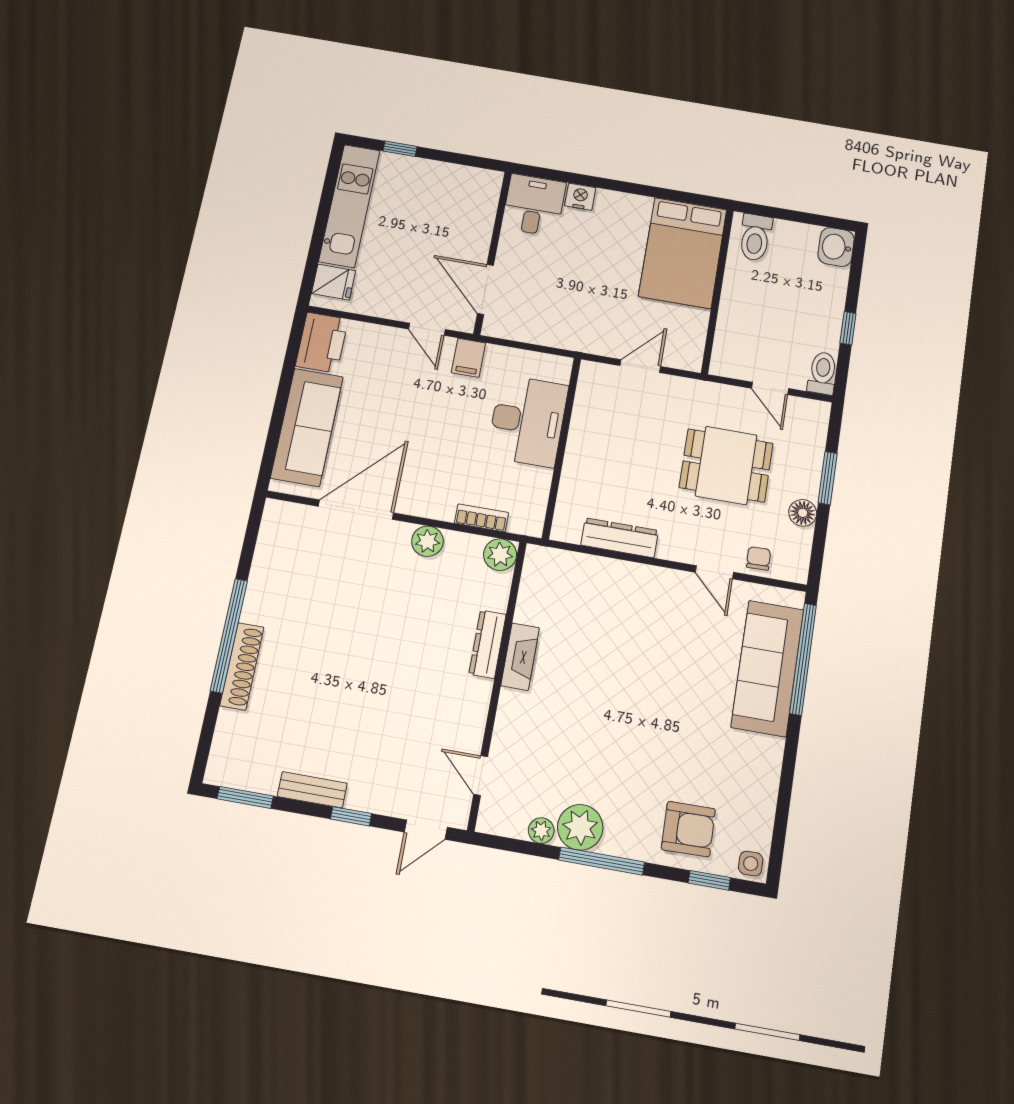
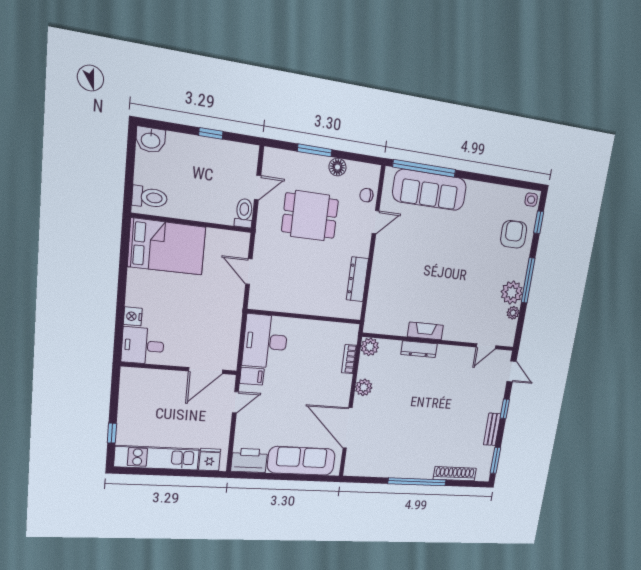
toilet: (822, 373) -> (244, 213), moved, turned 90
desk: (528, 421) -> (265, 341), moved, turned -90
dining table: (726, 465) -> (310, 216), turned 90
shoe rack: (242, 666) -> (455, 474), moved

